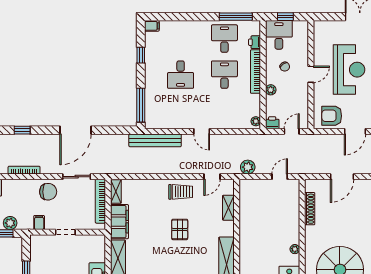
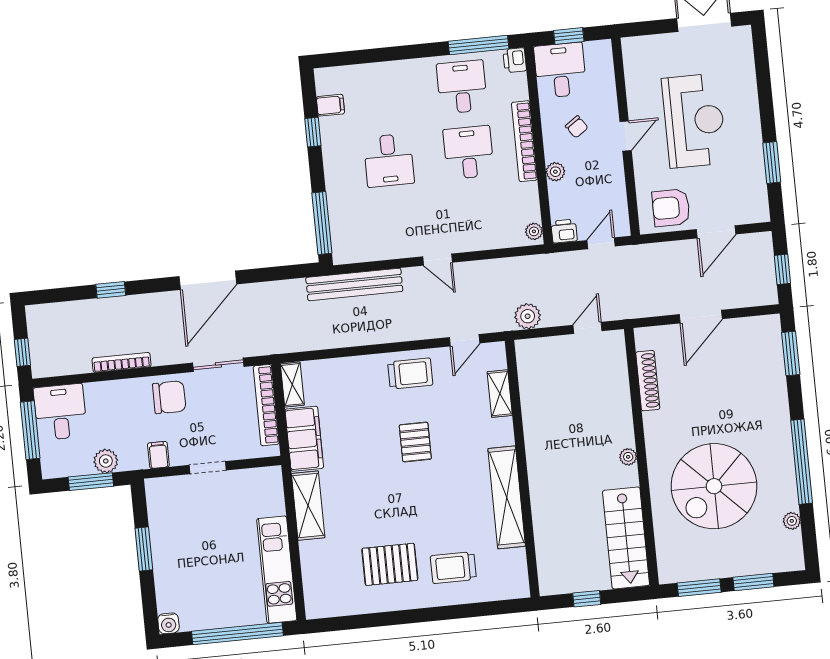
filing cabinet: (152, 26) -> (330, 105), moved
printer: (255, 42) -> (515, 60), moved

